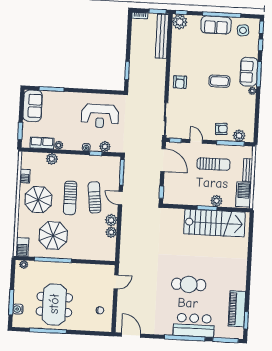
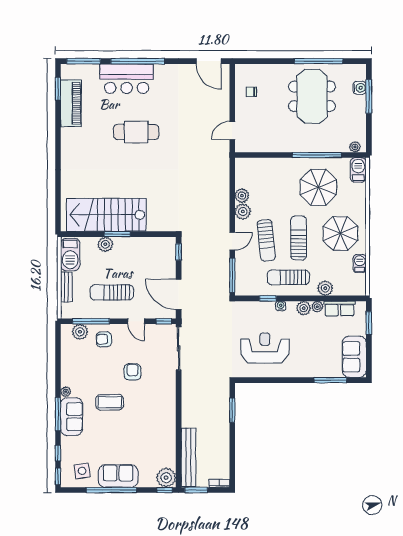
armchair: (180, 82) -> (132, 372), moved
plant: (105, 146) -> (304, 308), moved
sun lounger: (79, 169) -> (288, 277), added
door: (120, 198) -> (232, 241), hinge flipped

